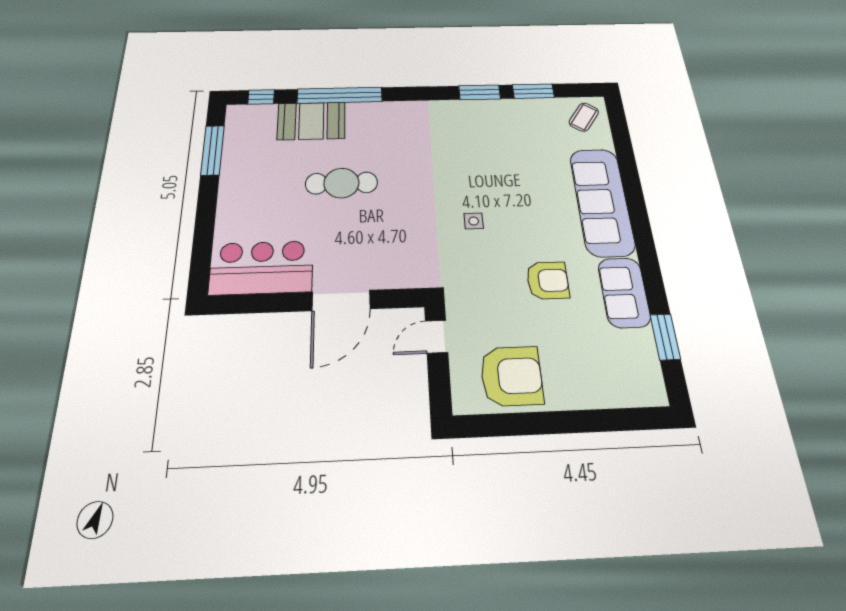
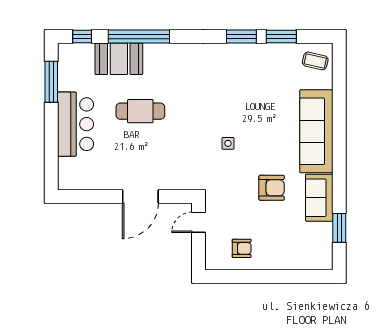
coffee table: (584, 117) -> (315, 61), turned 68
bar counter: (261, 268) -> (76, 124), moved, turned 90
armchair: (511, 376) -> (242, 248), width x0.53, depth x0.53

